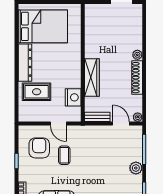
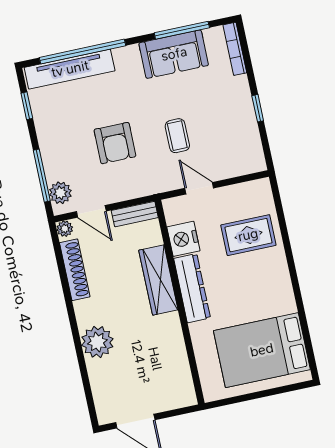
plant: (137, 55) -> (97, 342), width x1.88, depth x1.88
dresser: (25, 63) -> (192, 288), moved, turned 180
shoe rack: (137, 78) -> (75, 270), moved
armchair: (39, 148) -> (115, 143), moved
plant: (136, 168) -> (60, 193), moved

